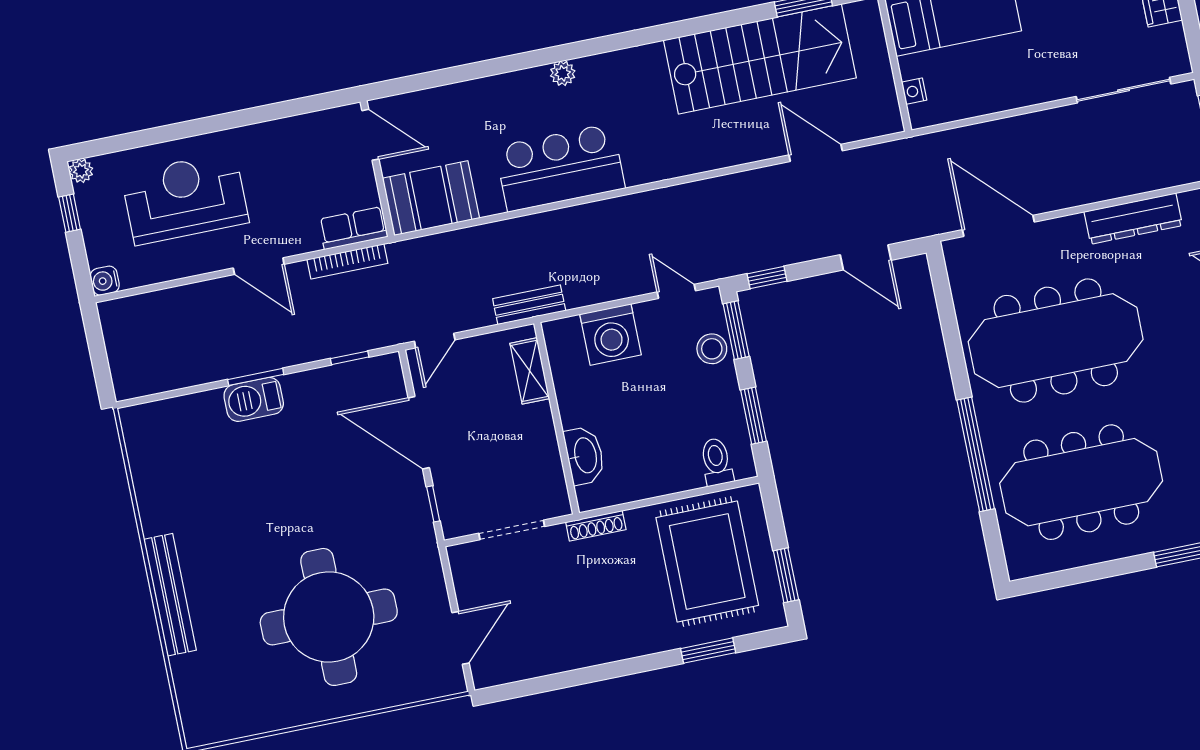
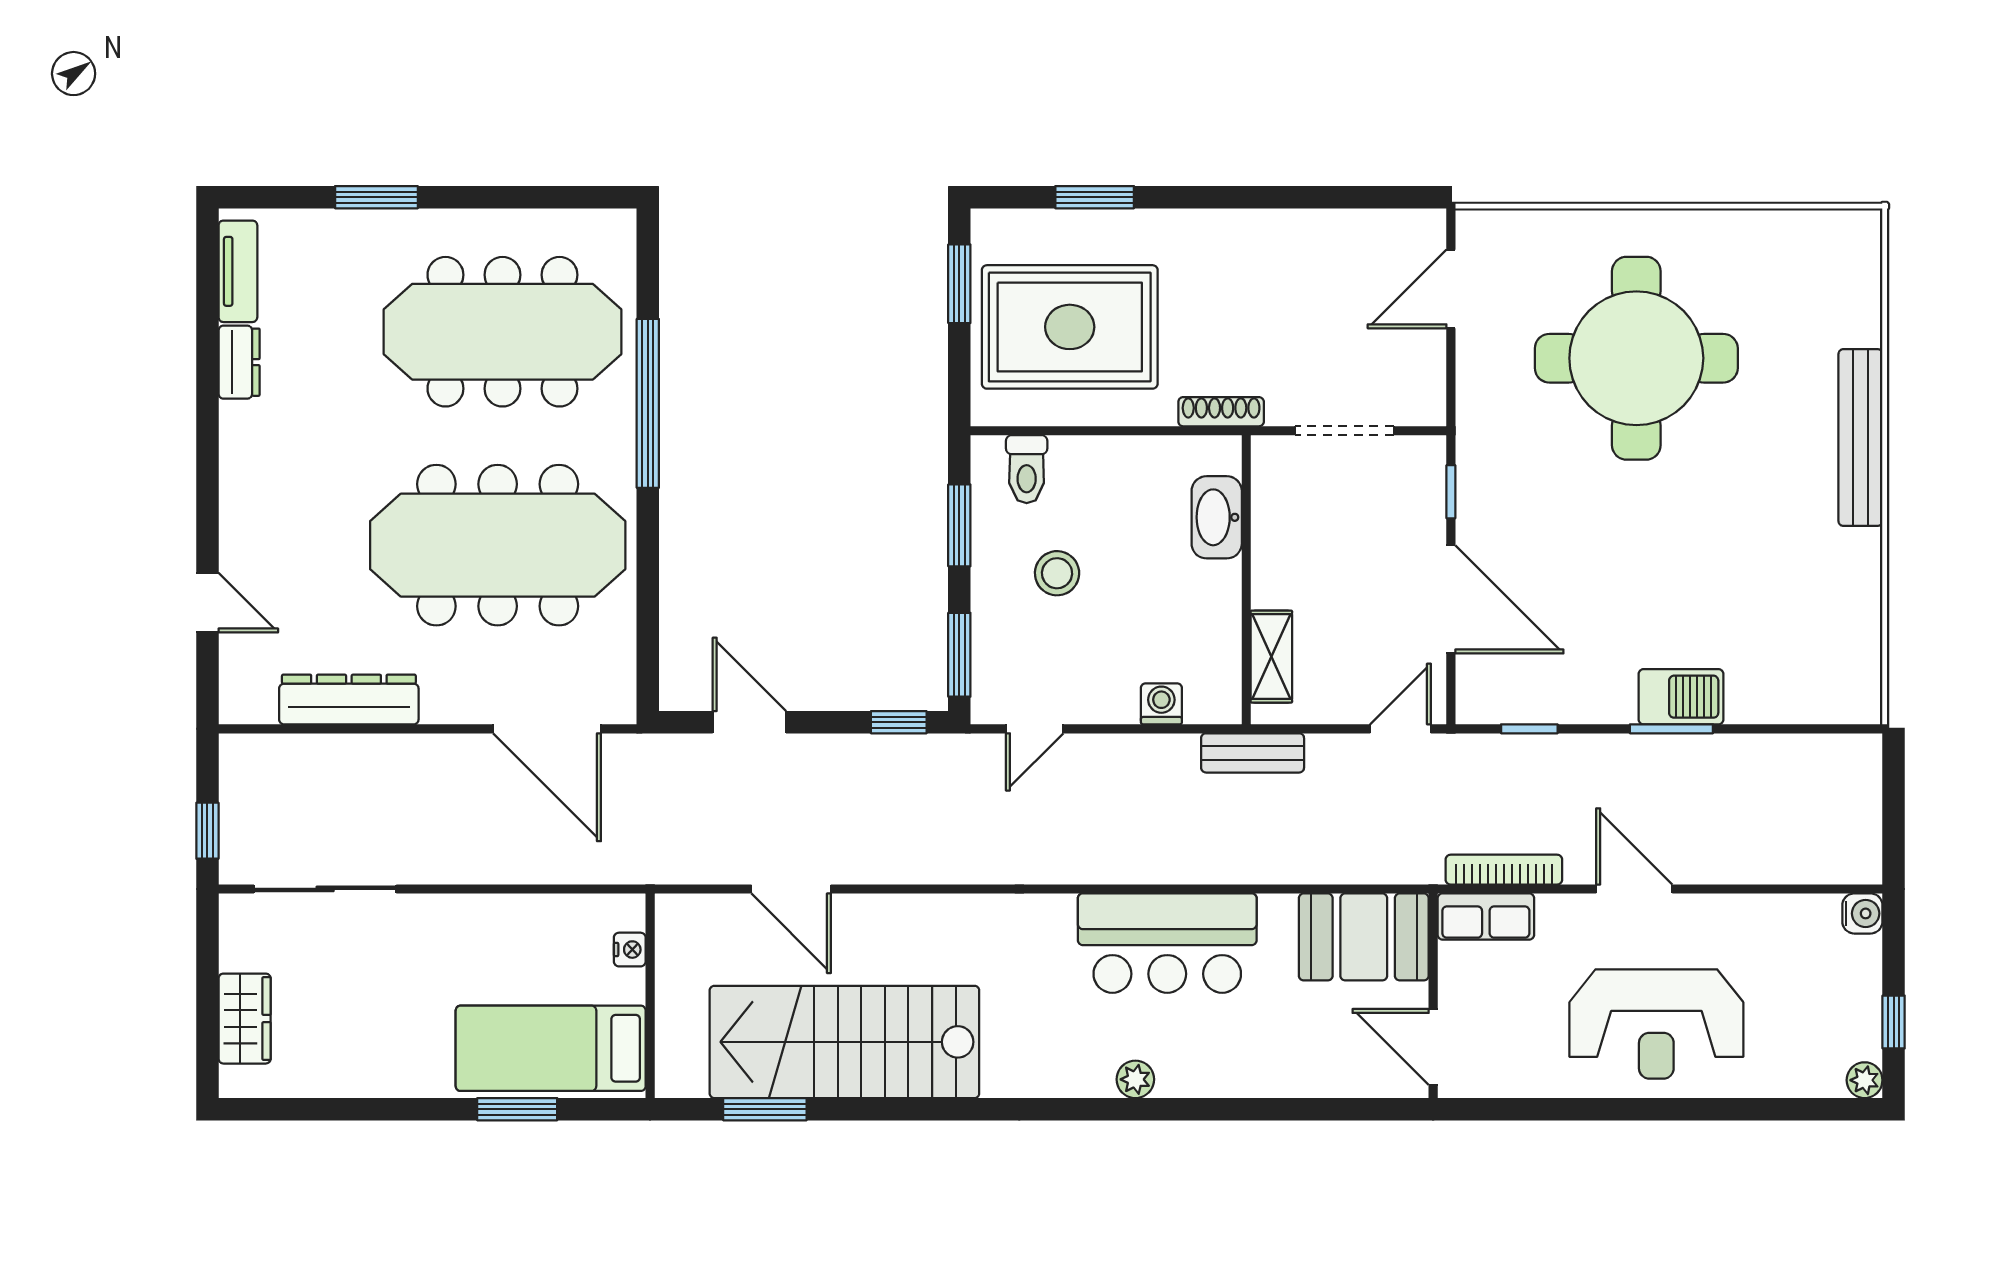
reception desk: (185, 198) -> (1656, 1024), moved
door: (676, 291) -> (1035, 729), hinge flipped
washing machine: (610, 335) -> (1161, 704), width x0.53, depth x0.53
stool: (712, 349) -> (1057, 573), moved
rug: (707, 562) -> (1070, 327), turned 90

